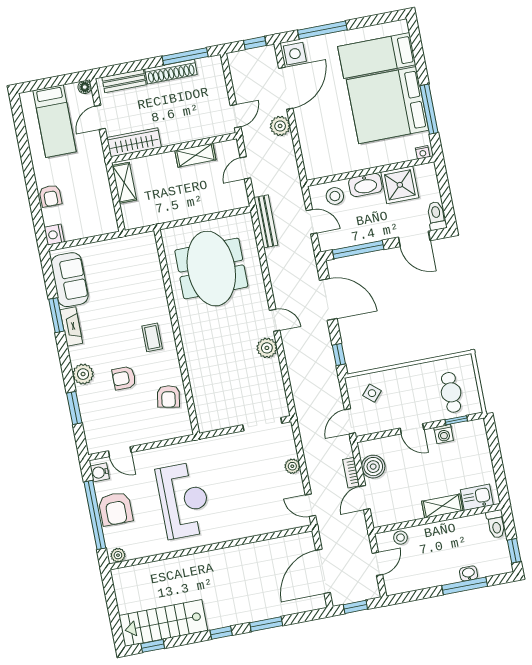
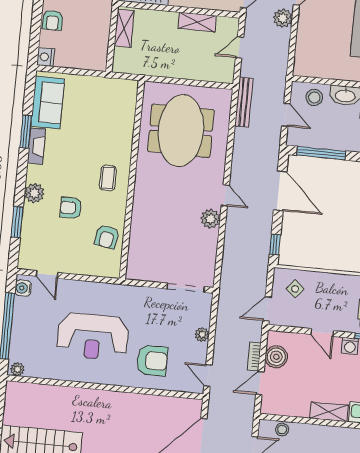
reception desk: (184, 500) -> (93, 337), turned 90
armchair: (116, 509) -> (152, 361), moved, turned -90

